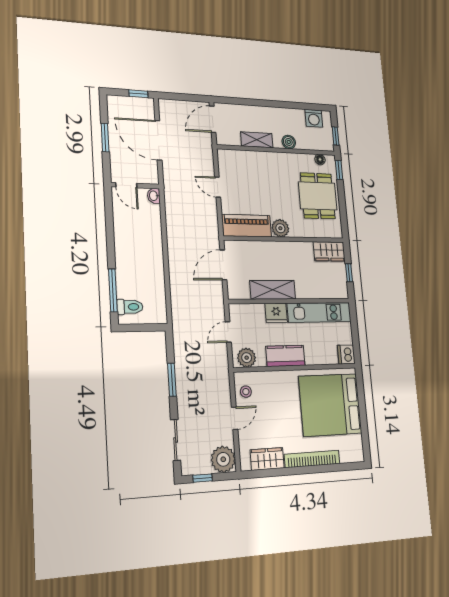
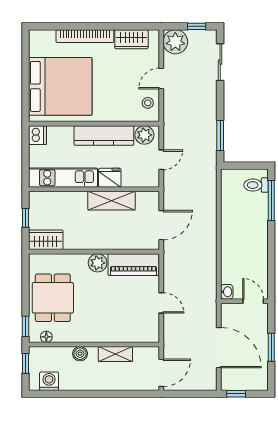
kitchen counter: (285, 356) -> (104, 136), width x1.50
window: (172, 380) -> (220, 135), moved

